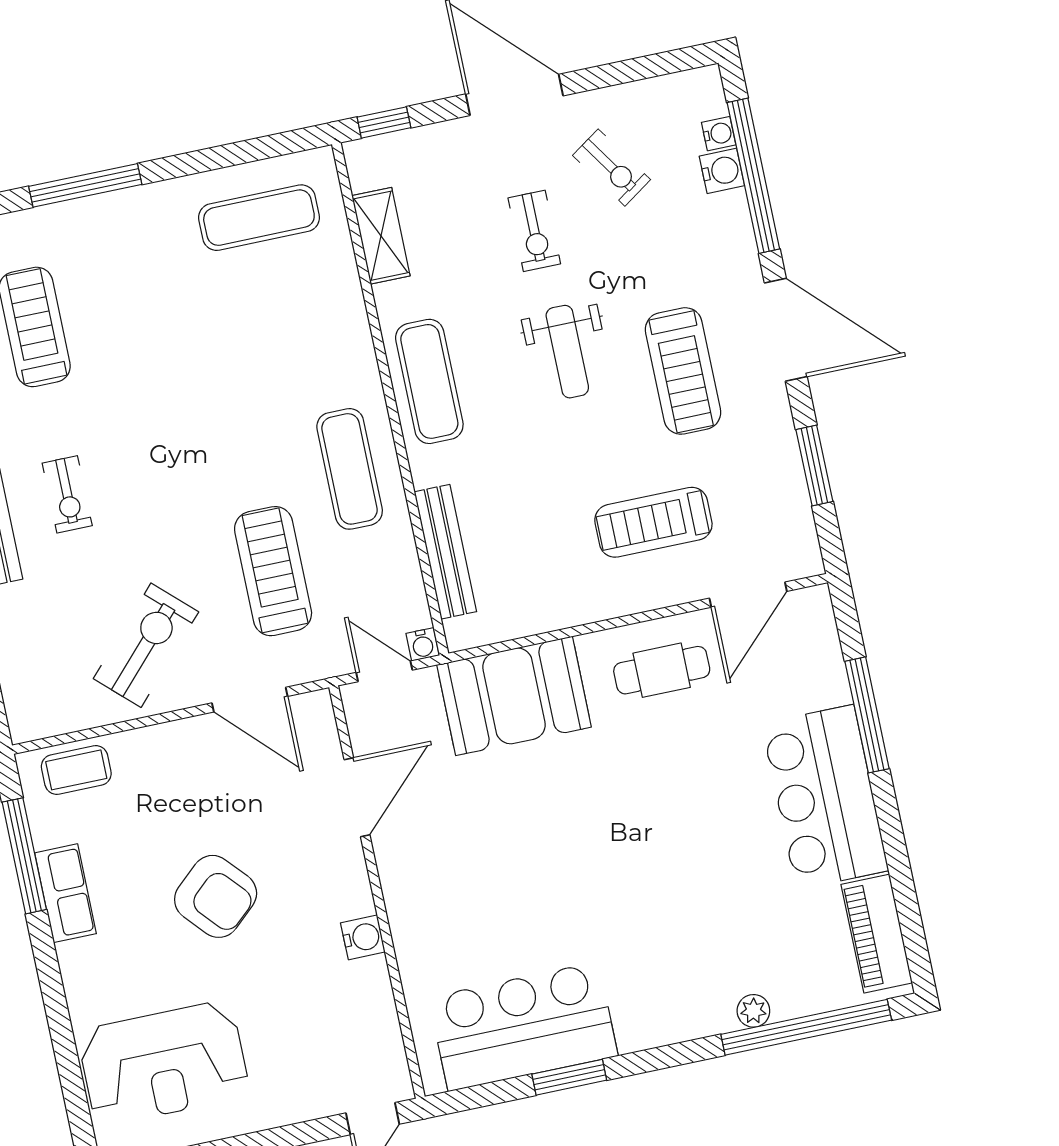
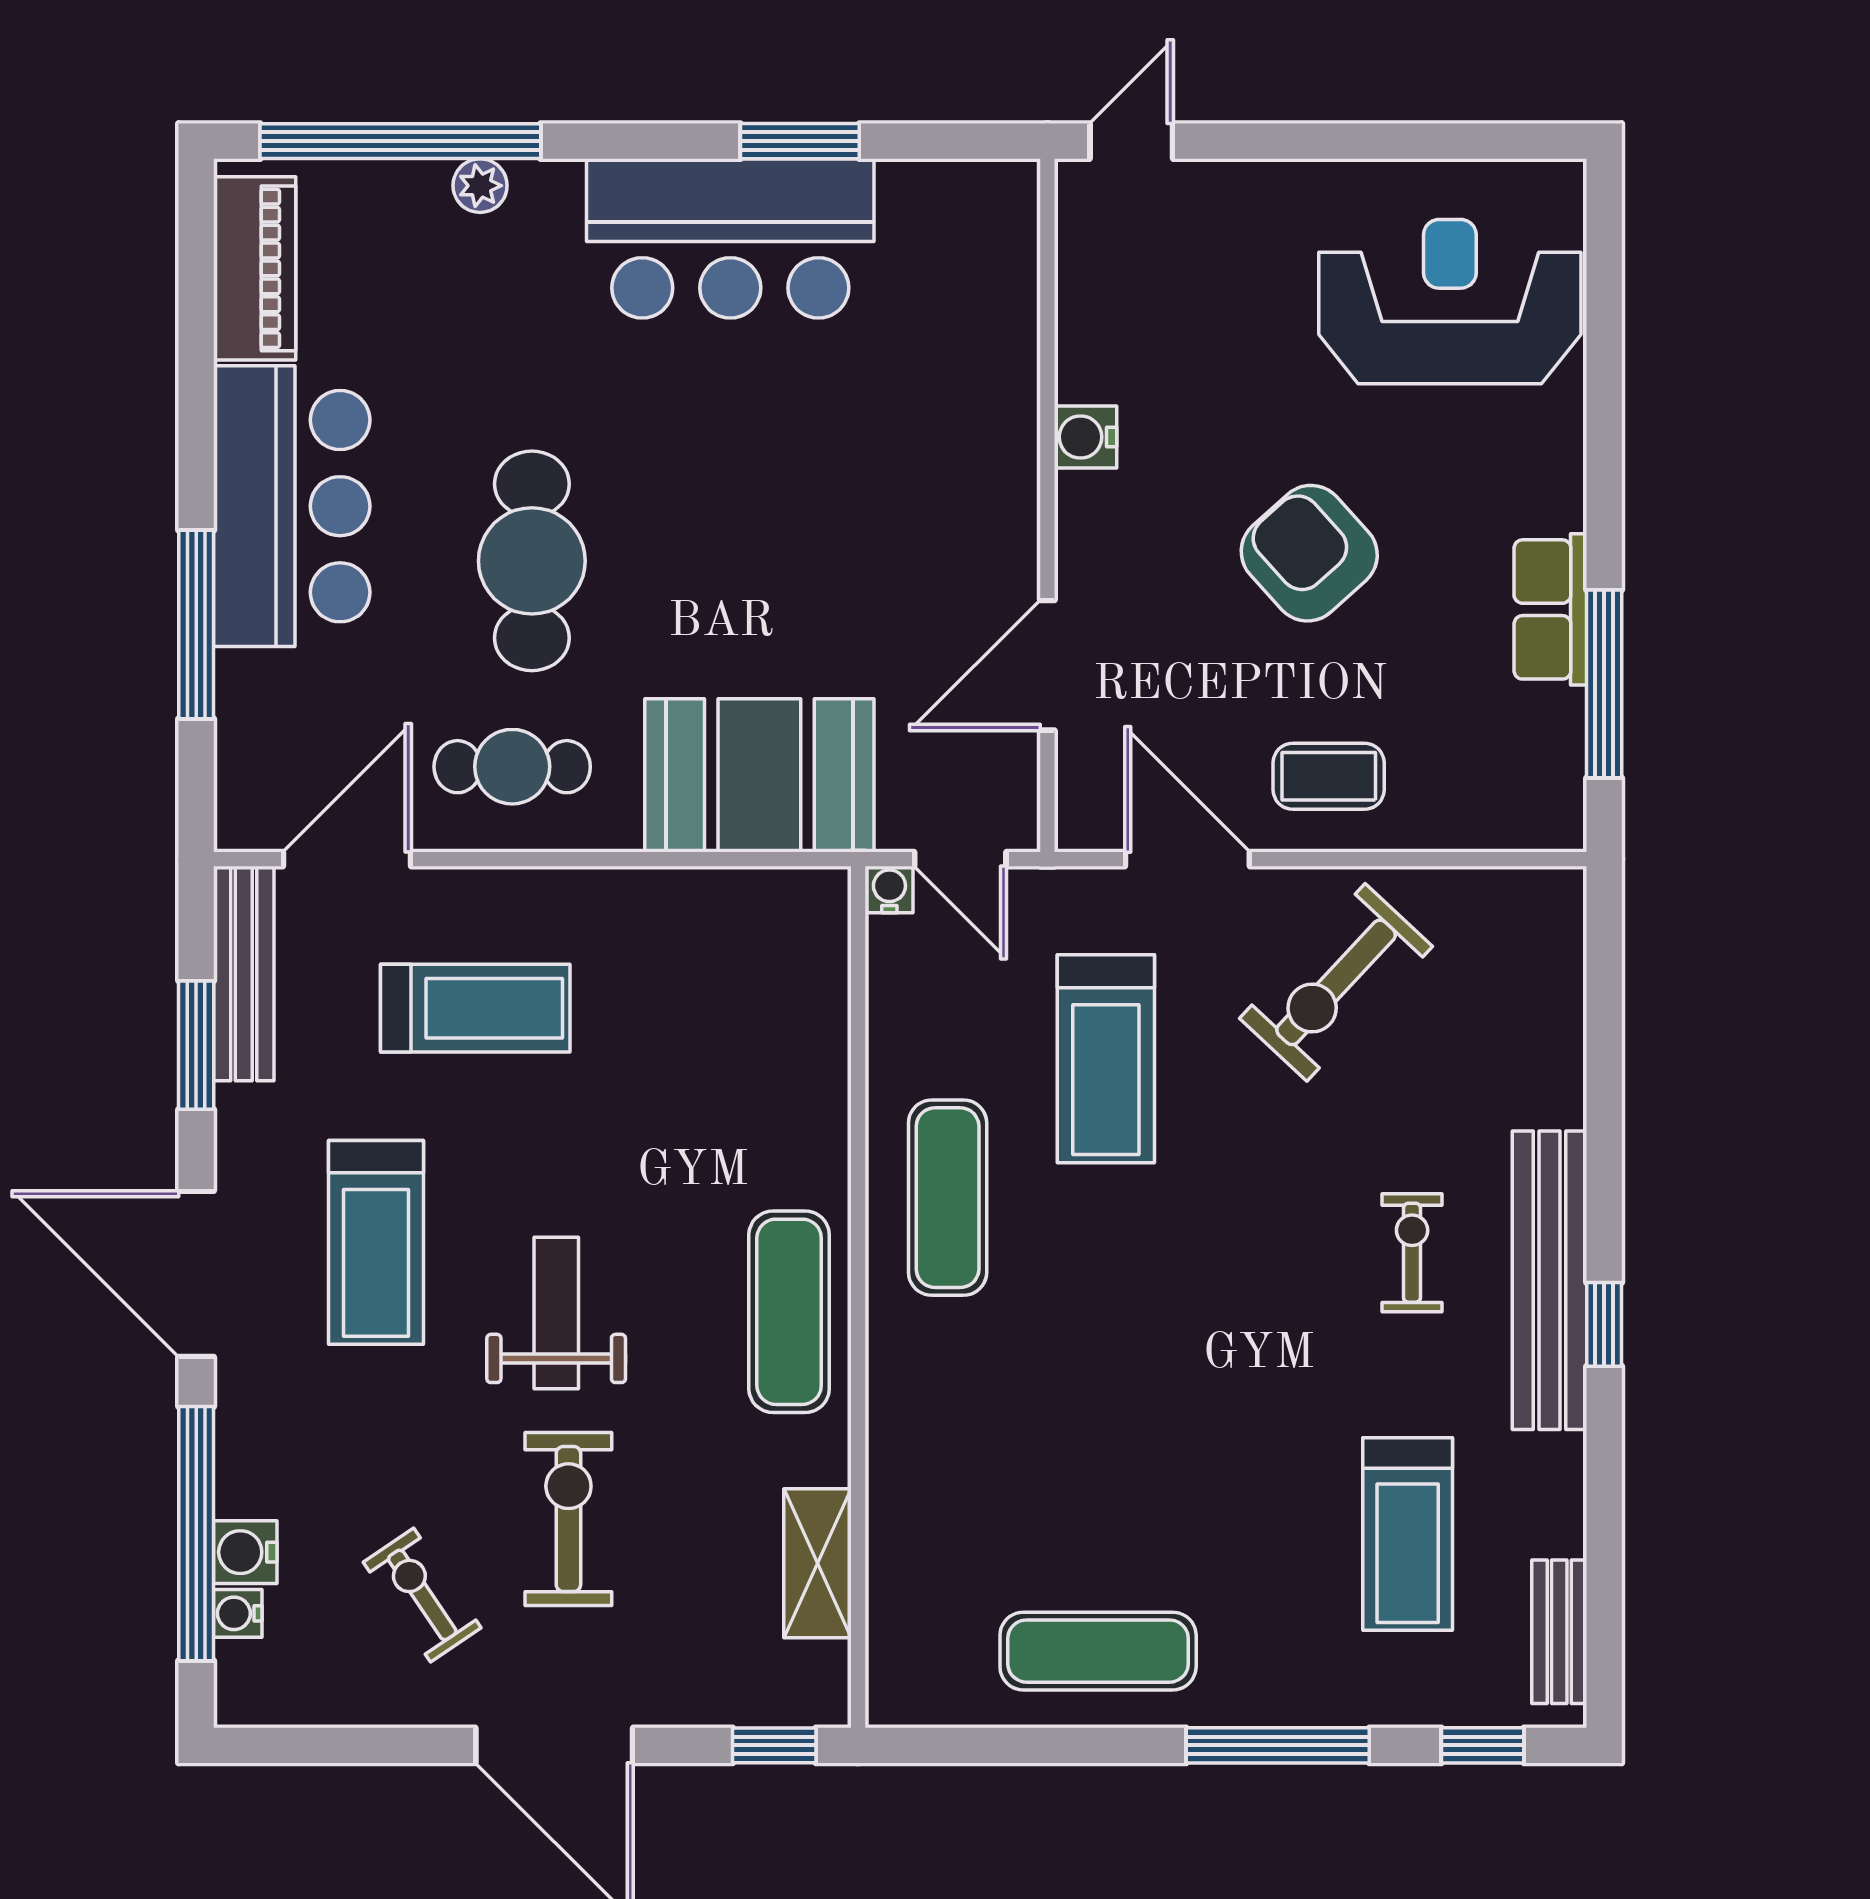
exercise mat: (259, 218) -> (1098, 1651), moved
exercise bike: (534, 231) -> (568, 1519), width x1.38, depth x1.39
treadmill: (683, 371) -> (376, 1242), turned 180
bench: (445, 552) -> (244, 974), moved
coffee table: (76, 770) -> (1329, 776), moved
cafe table: (676, 795) -> (532, 561), added
bar counter: (523, 1027) -> (730, 238), moved

